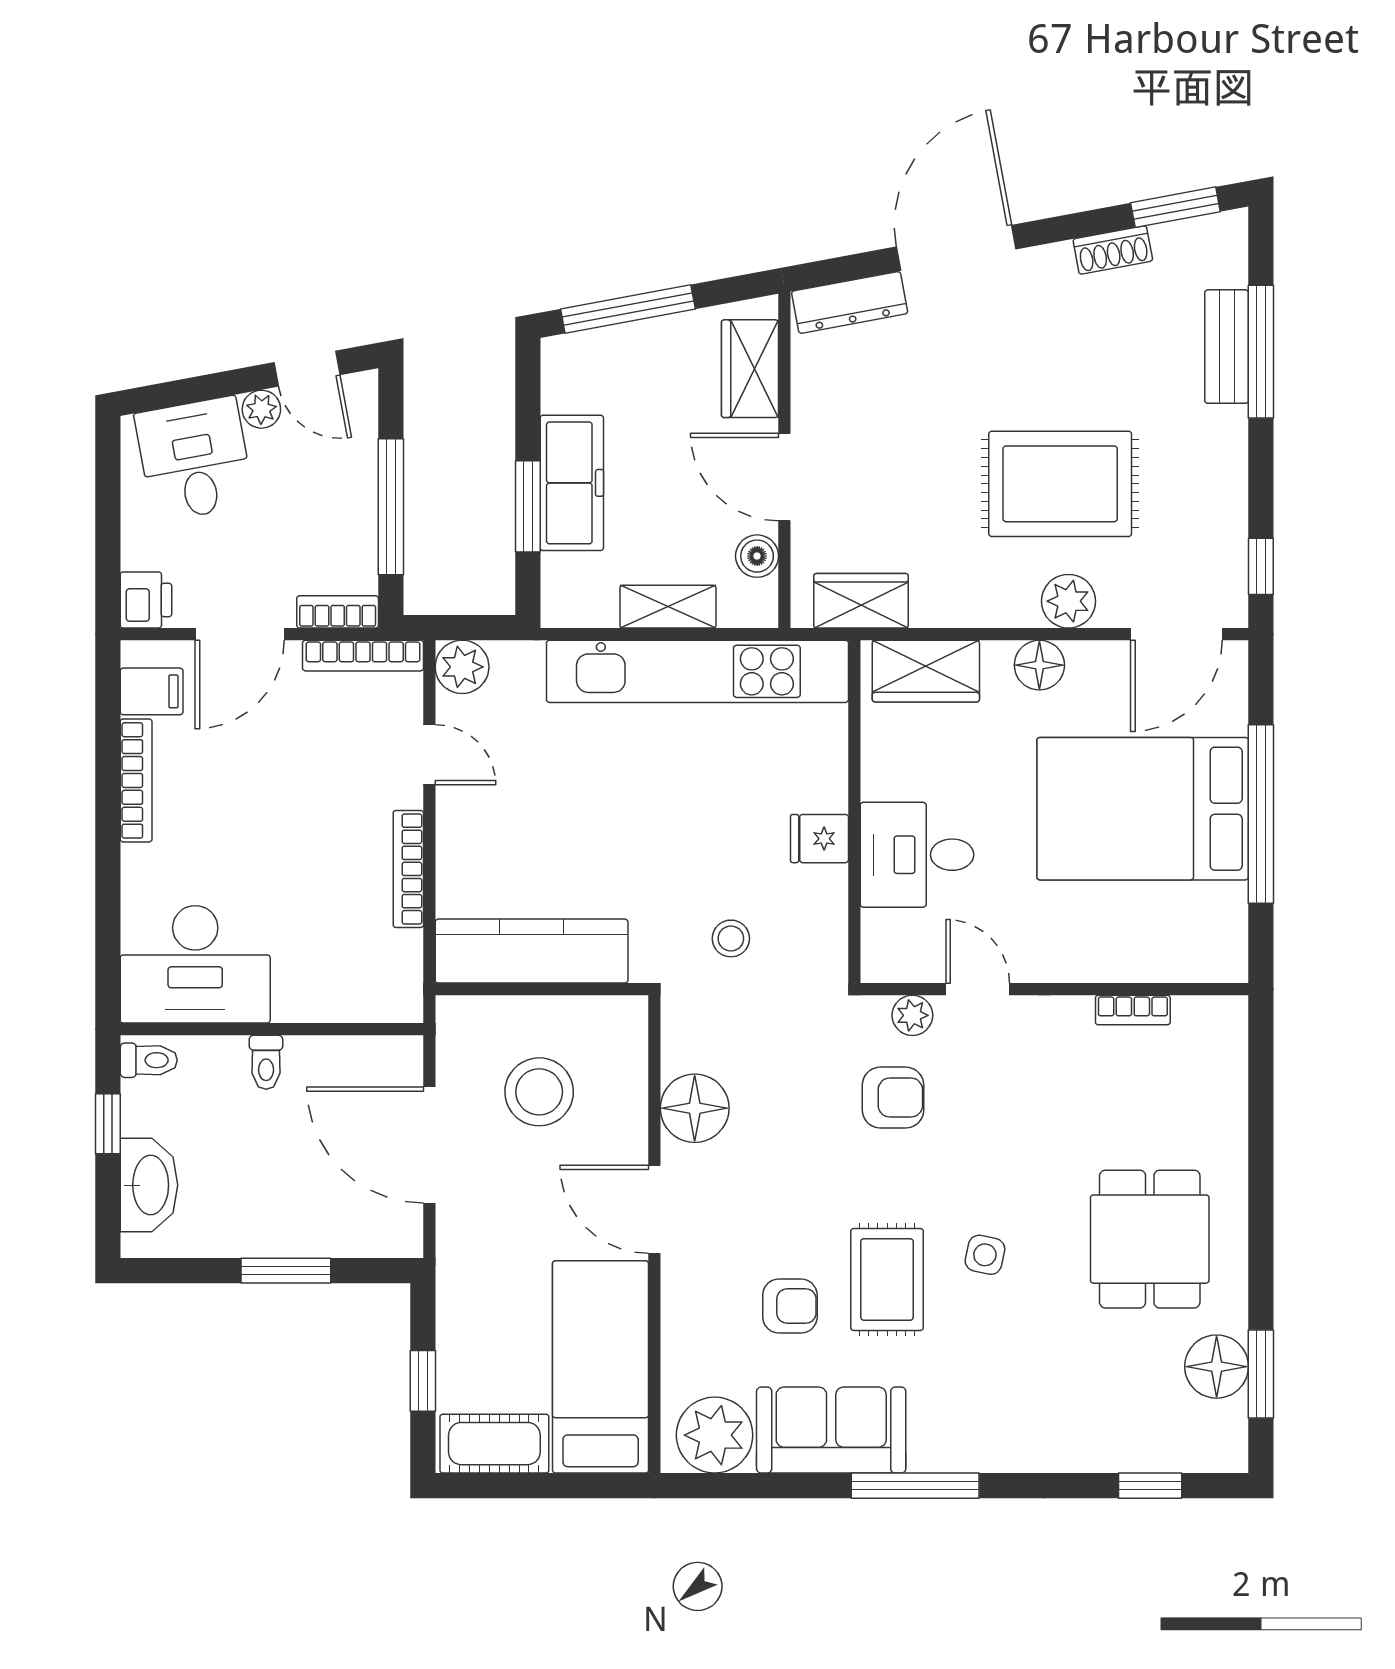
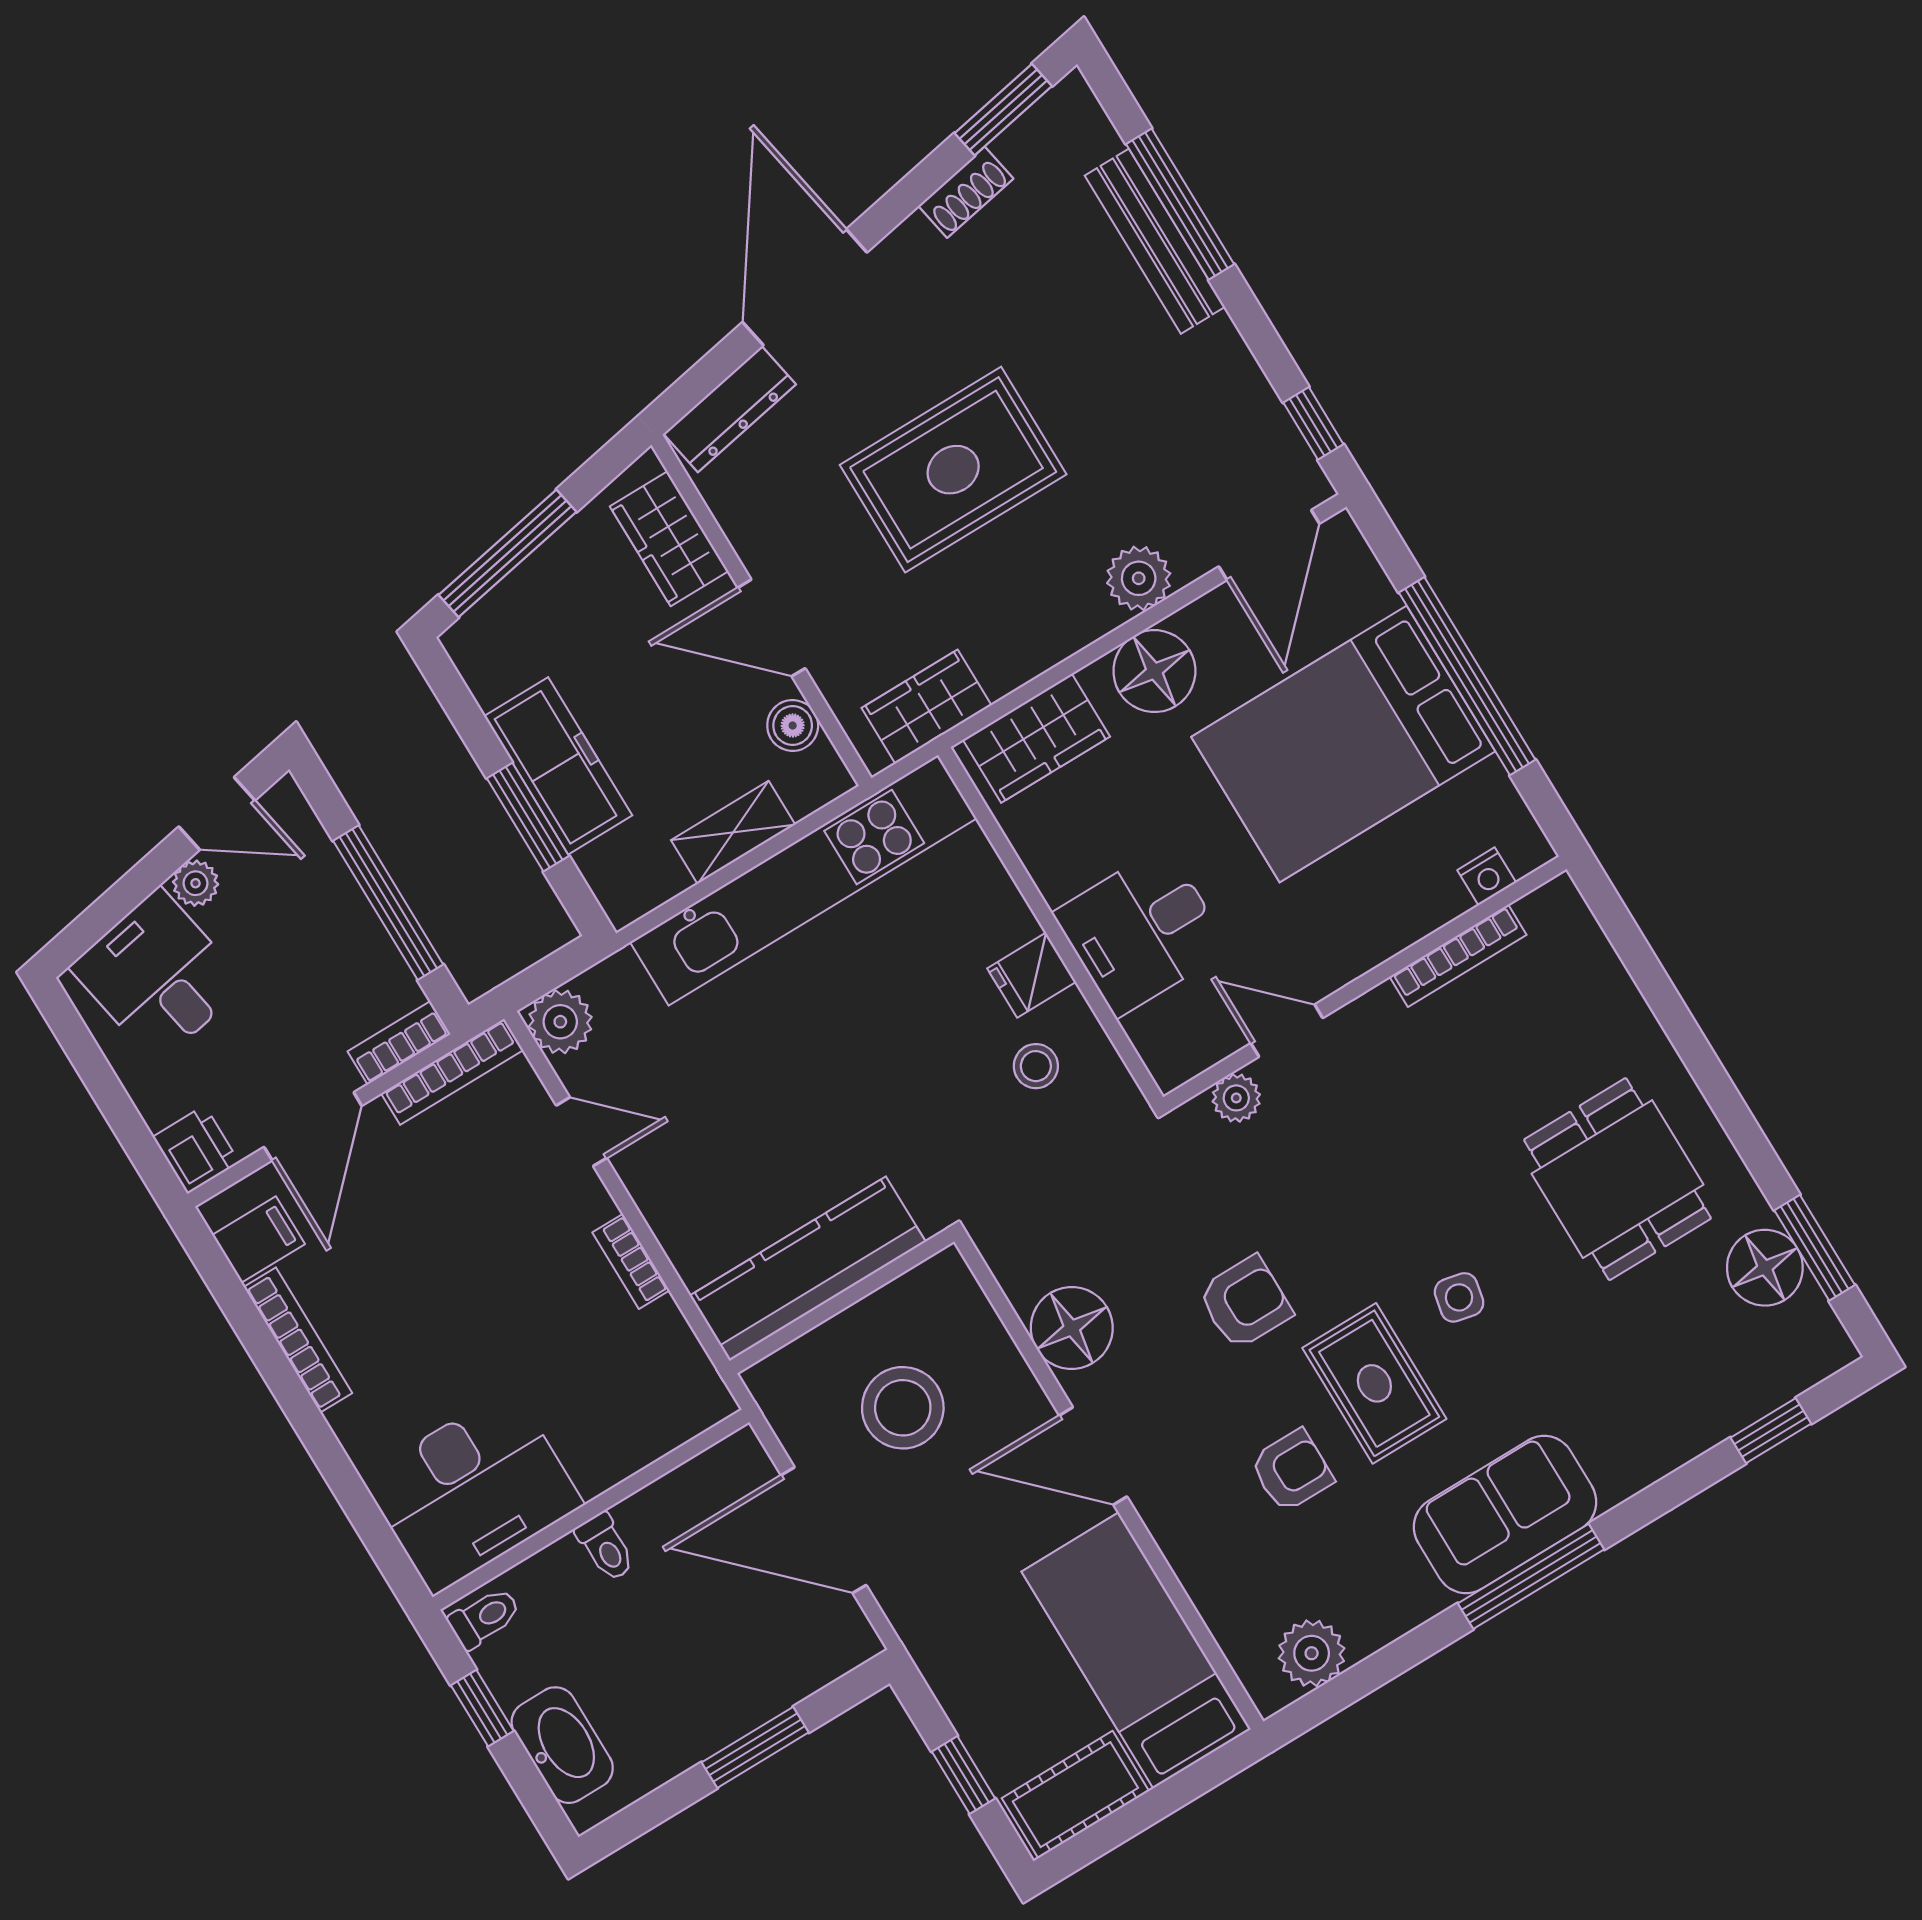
bench: (1227, 347) -> (1155, 241), width x1.36
rug: (1060, 484) -> (953, 470), moved
floor lamp: (1039, 665) -> (1154, 671), width x1.38, depth x1.38
bookcase: (408, 869) -> (631, 1261), width x0.64
stool: (731, 938) -> (1036, 1066), moved
nightstand: (1188, 966) -> (1487, 876), added
bookcase: (1133, 1010) -> (1458, 956), width x1.56
armchair: (893, 1098) -> (1245, 1303), moved
sofa: (831, 1430) -> (1505, 1514), moved
plant: (715, 1435) -> (1312, 1653), width x0.73, depth x0.73

